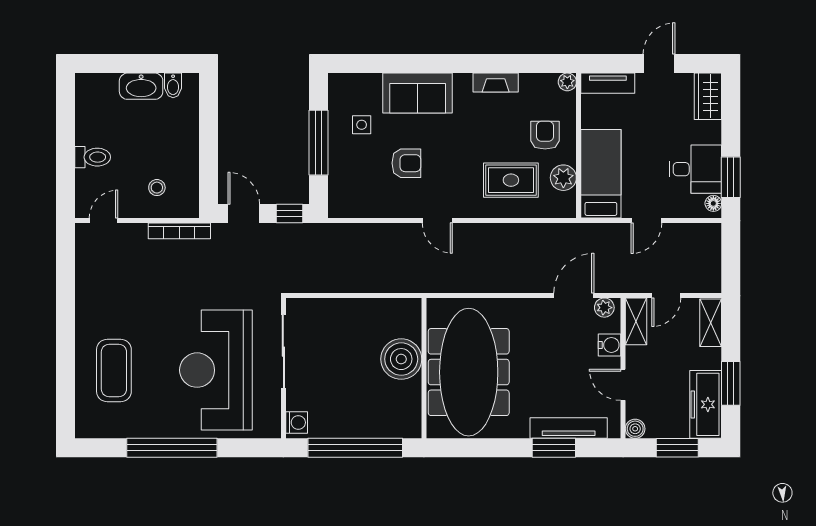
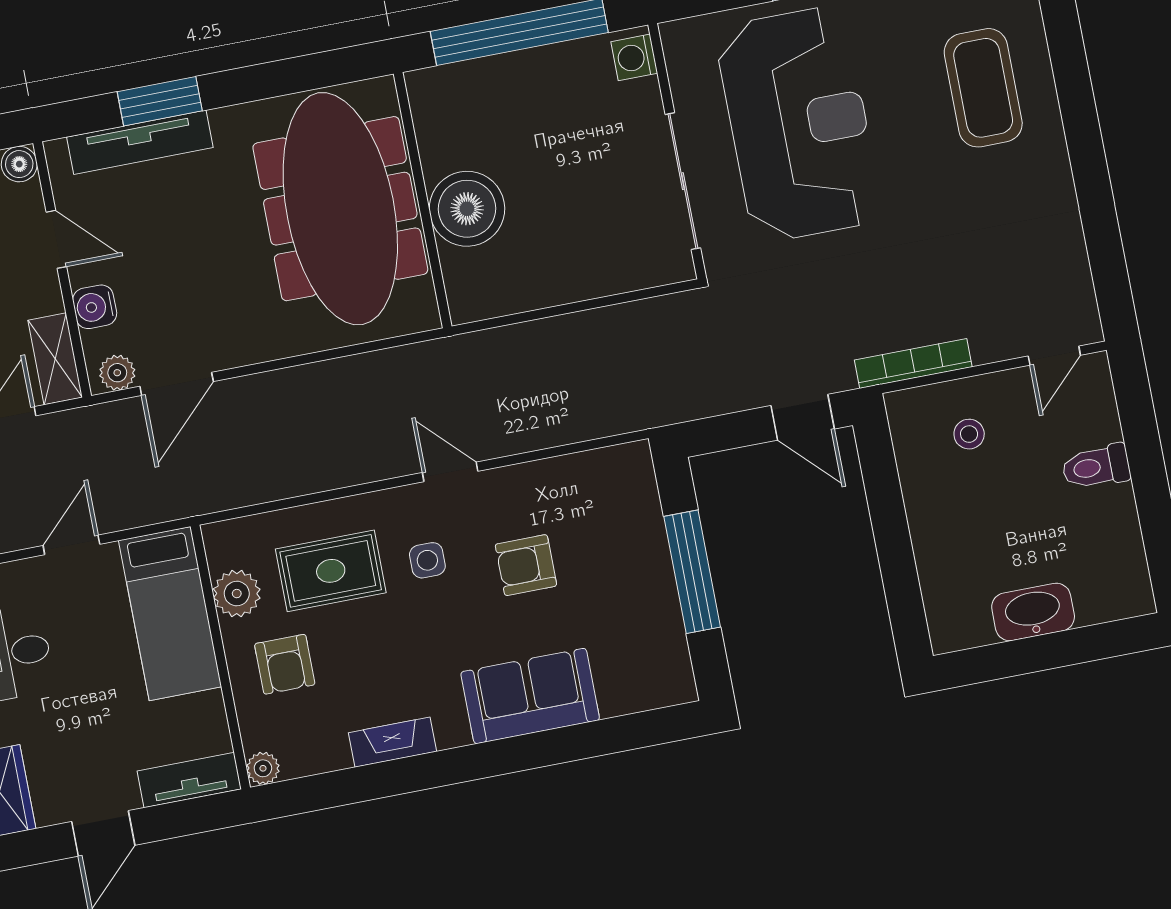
bidet: (173, 85) -> (976, 625), removed
side table: (362, 125) -> (427, 560), moved
window: (290, 214) -> (720, 433), removed

